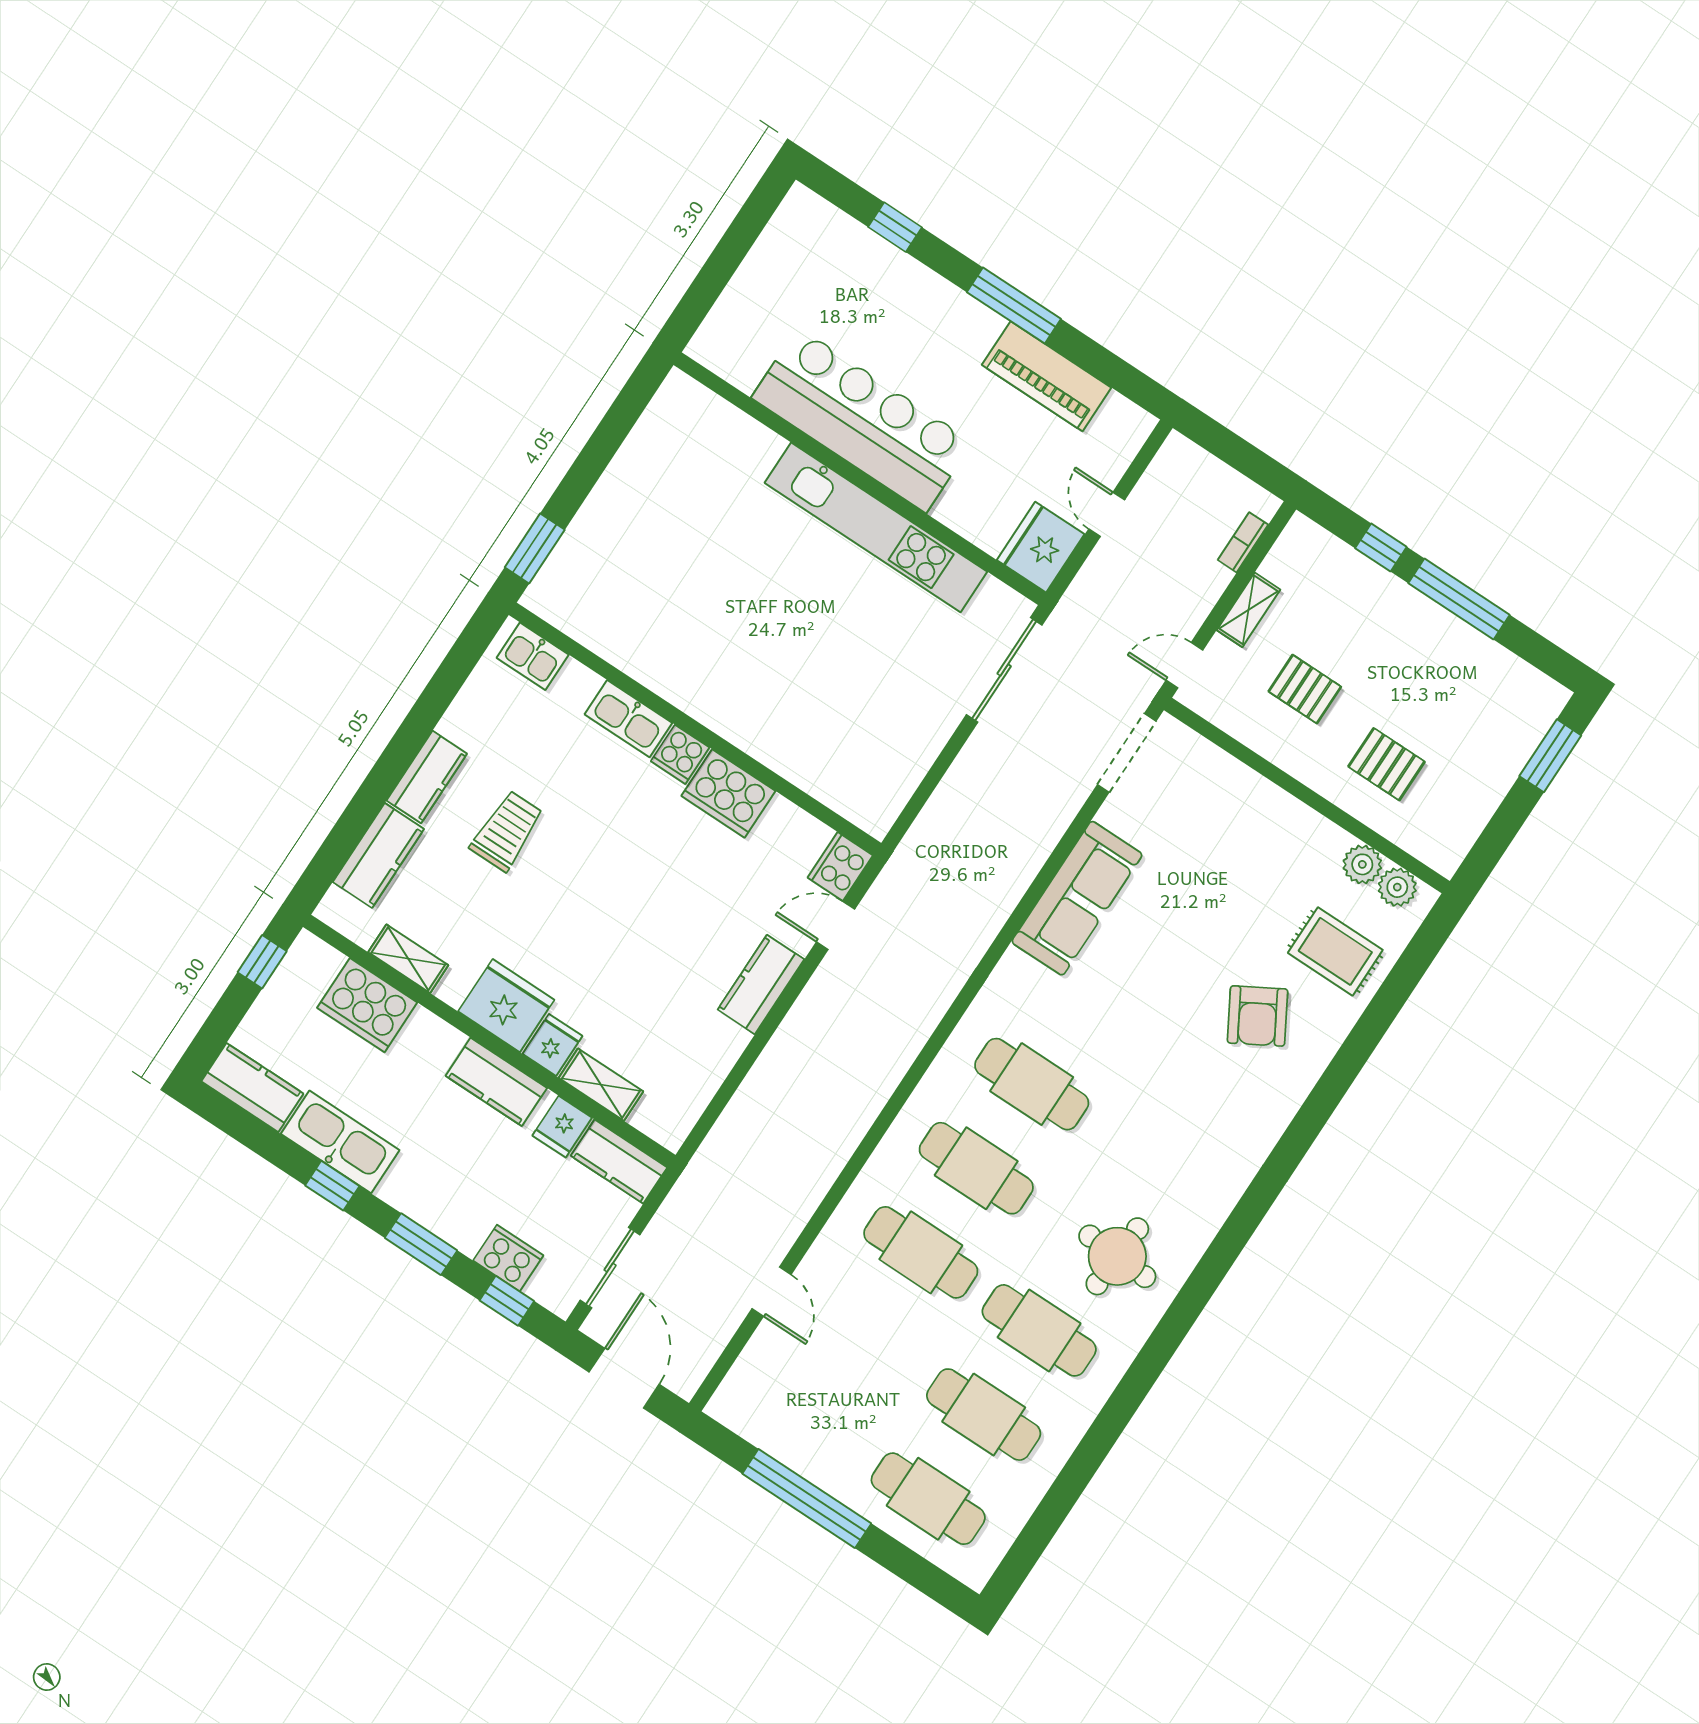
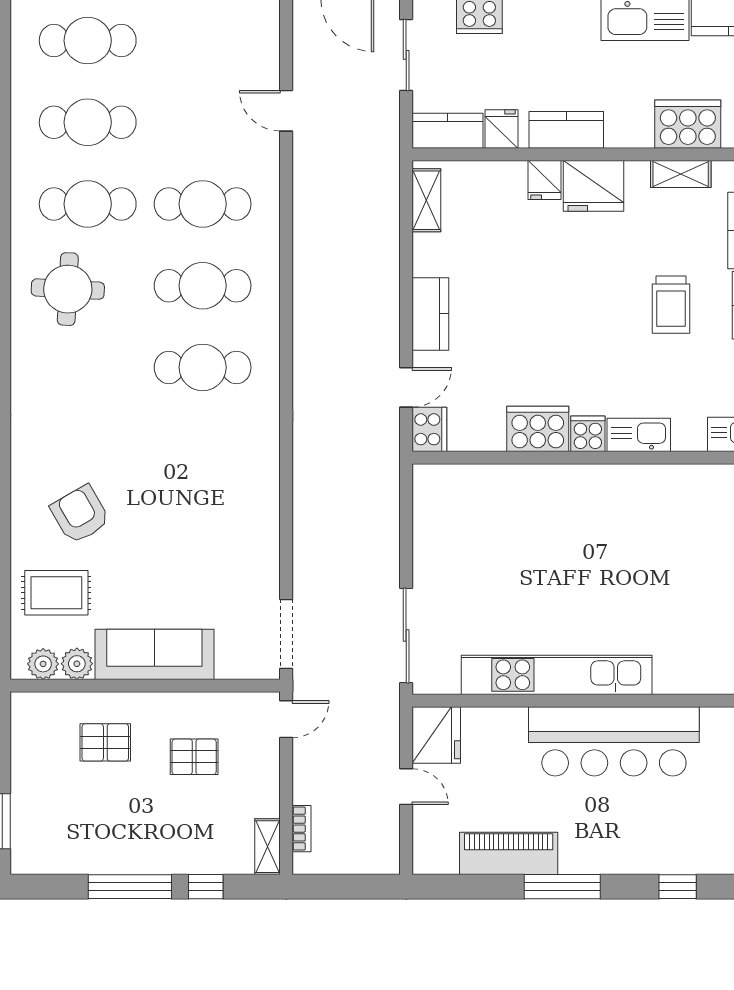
shelving: (1249, 610) -> (268, 847), moved
sofa: (1077, 898) -> (154, 654), moved, turned 90
shelving: (601, 1085) -> (426, 200), moved, turned 90

